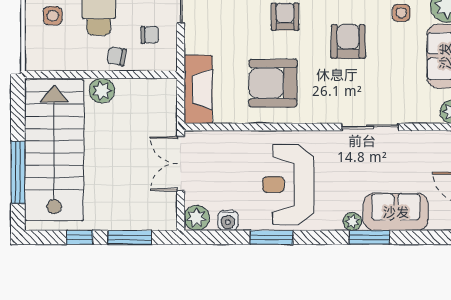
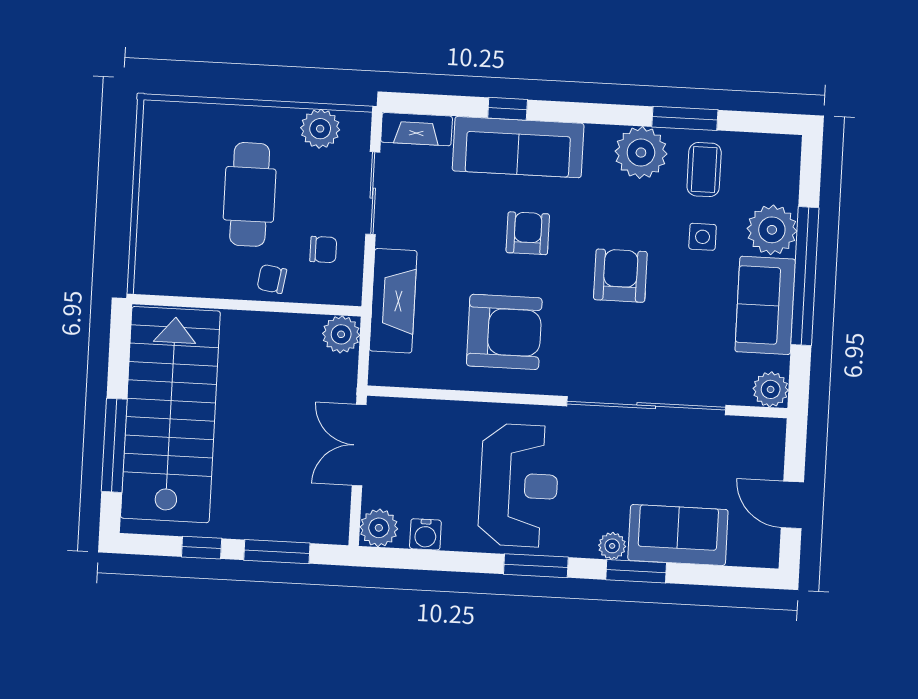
side table: (53, 16) -> (179, 213), removed
armchair: (273, 83) -> (504, 332), turned 180
fireplace: (198, 89) -> (393, 301), moved
plant: (102, 91) -> (341, 334), moved
sliding door: (370, 127) -> (646, 406), width x1.86
reception desk: (288, 185) -> (519, 485), turned 180
window: (271, 237) -> (536, 566), moved

